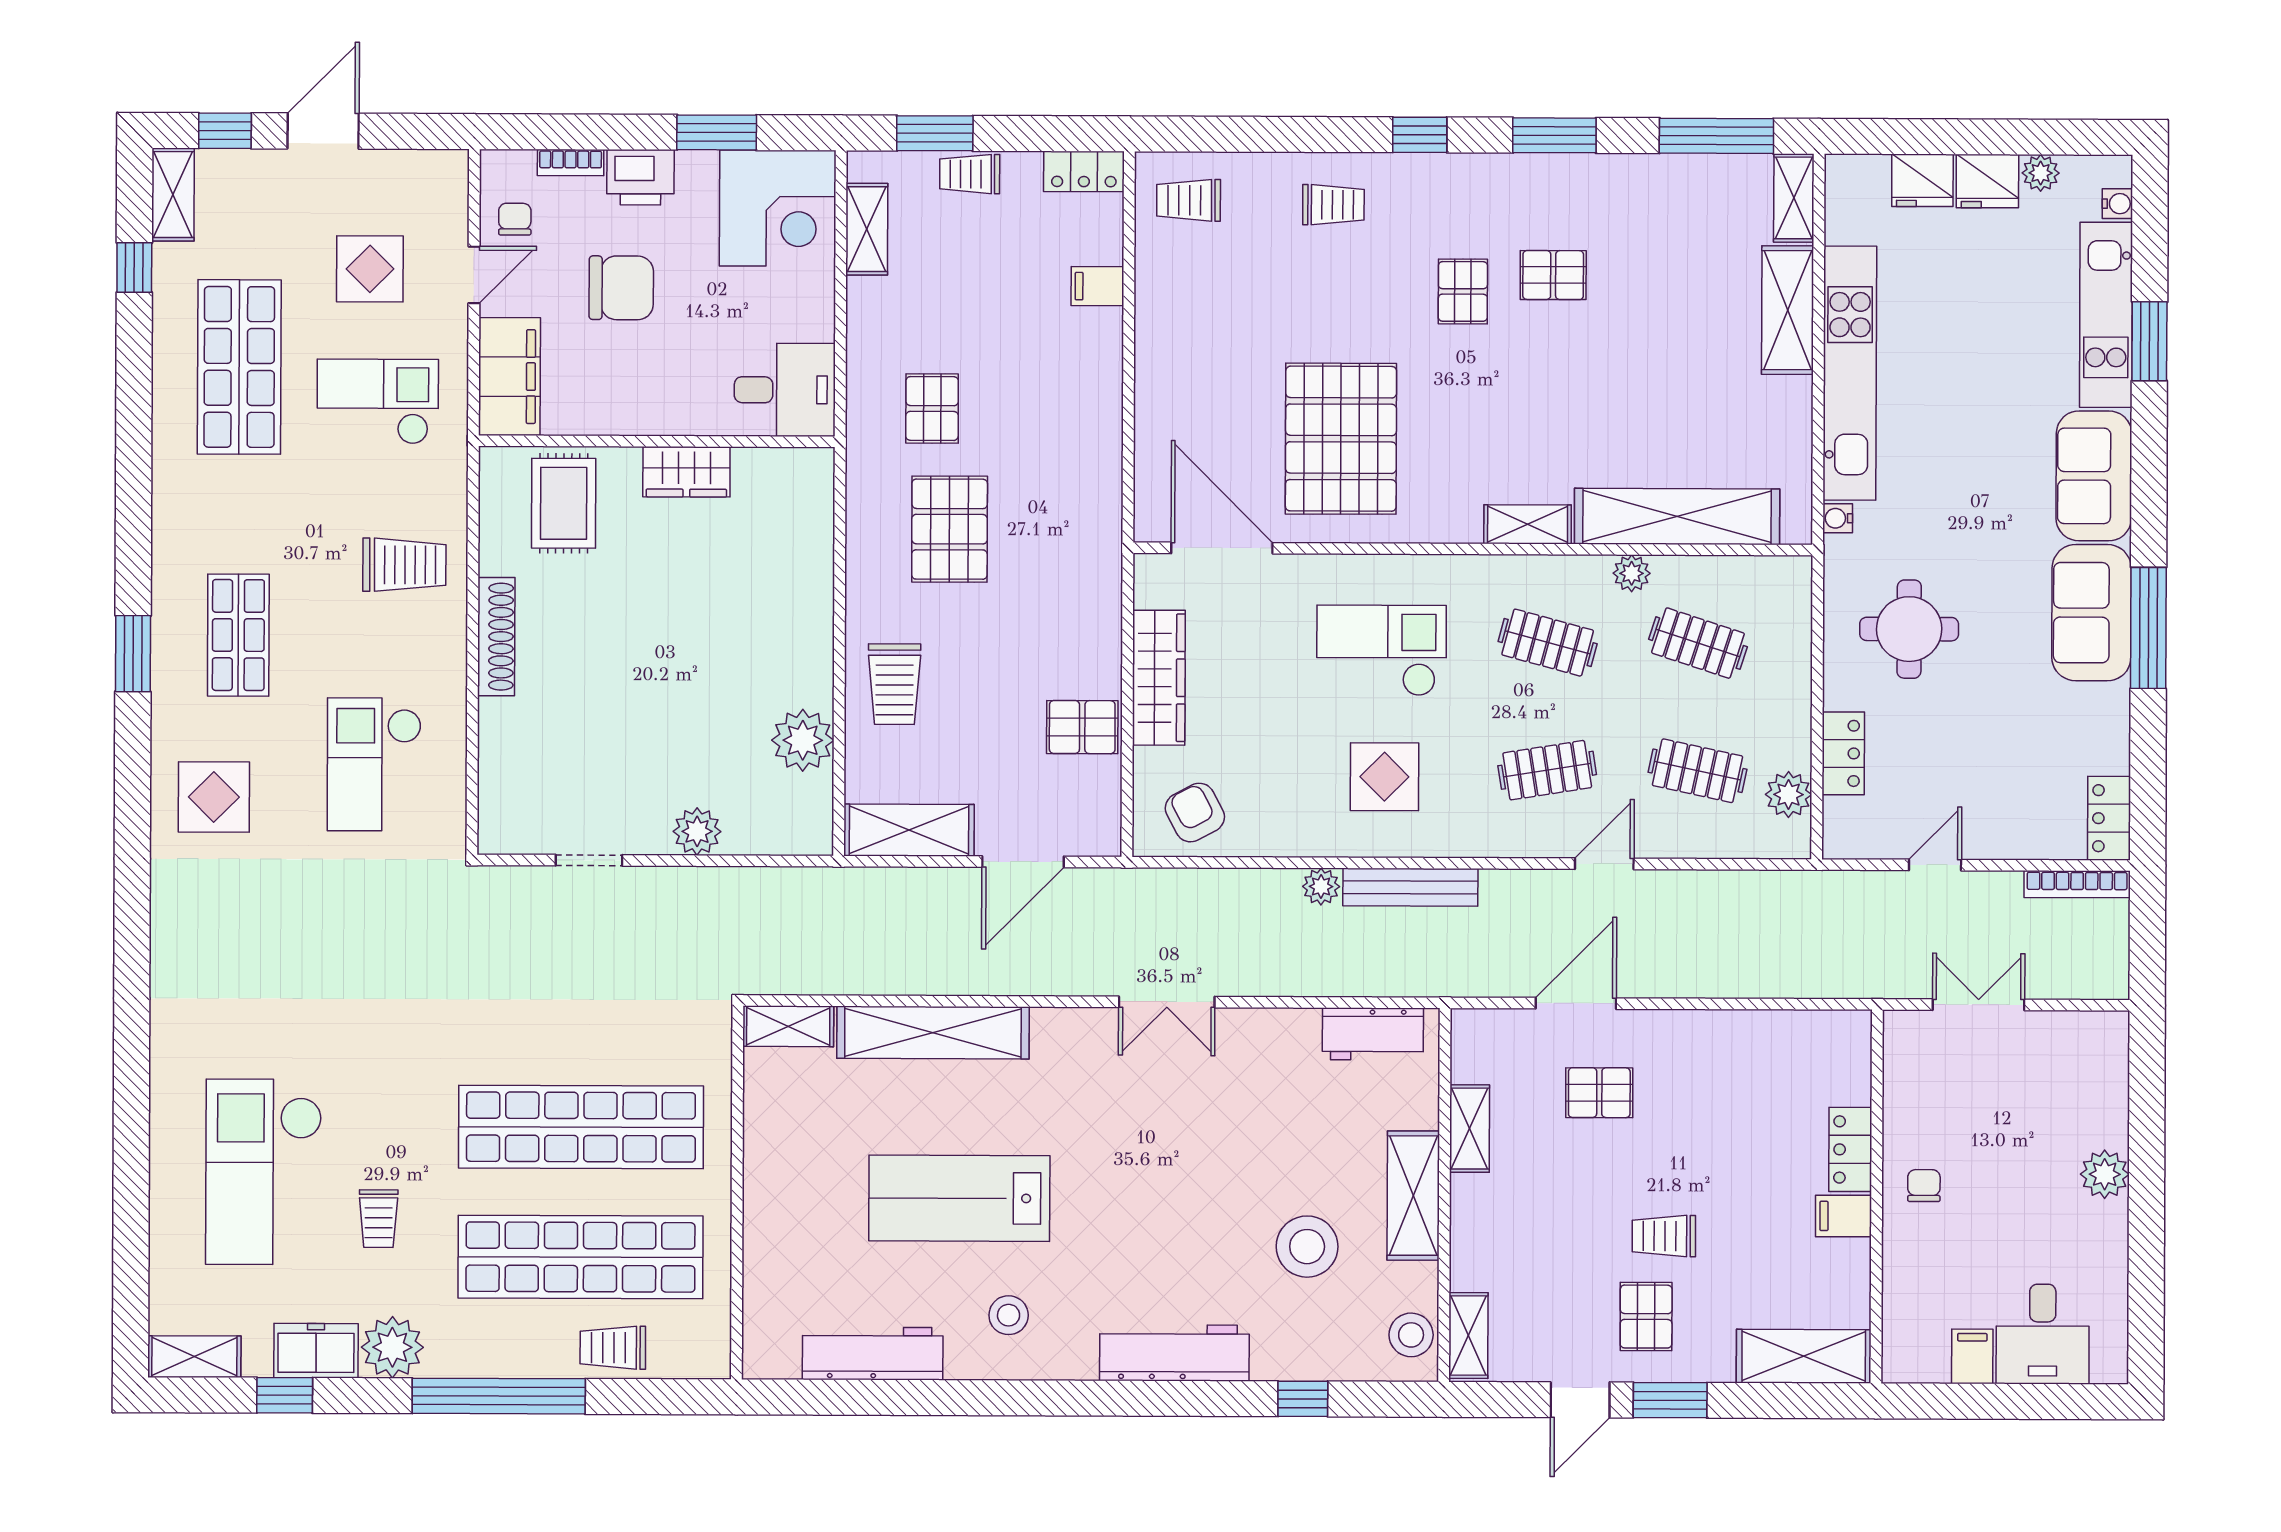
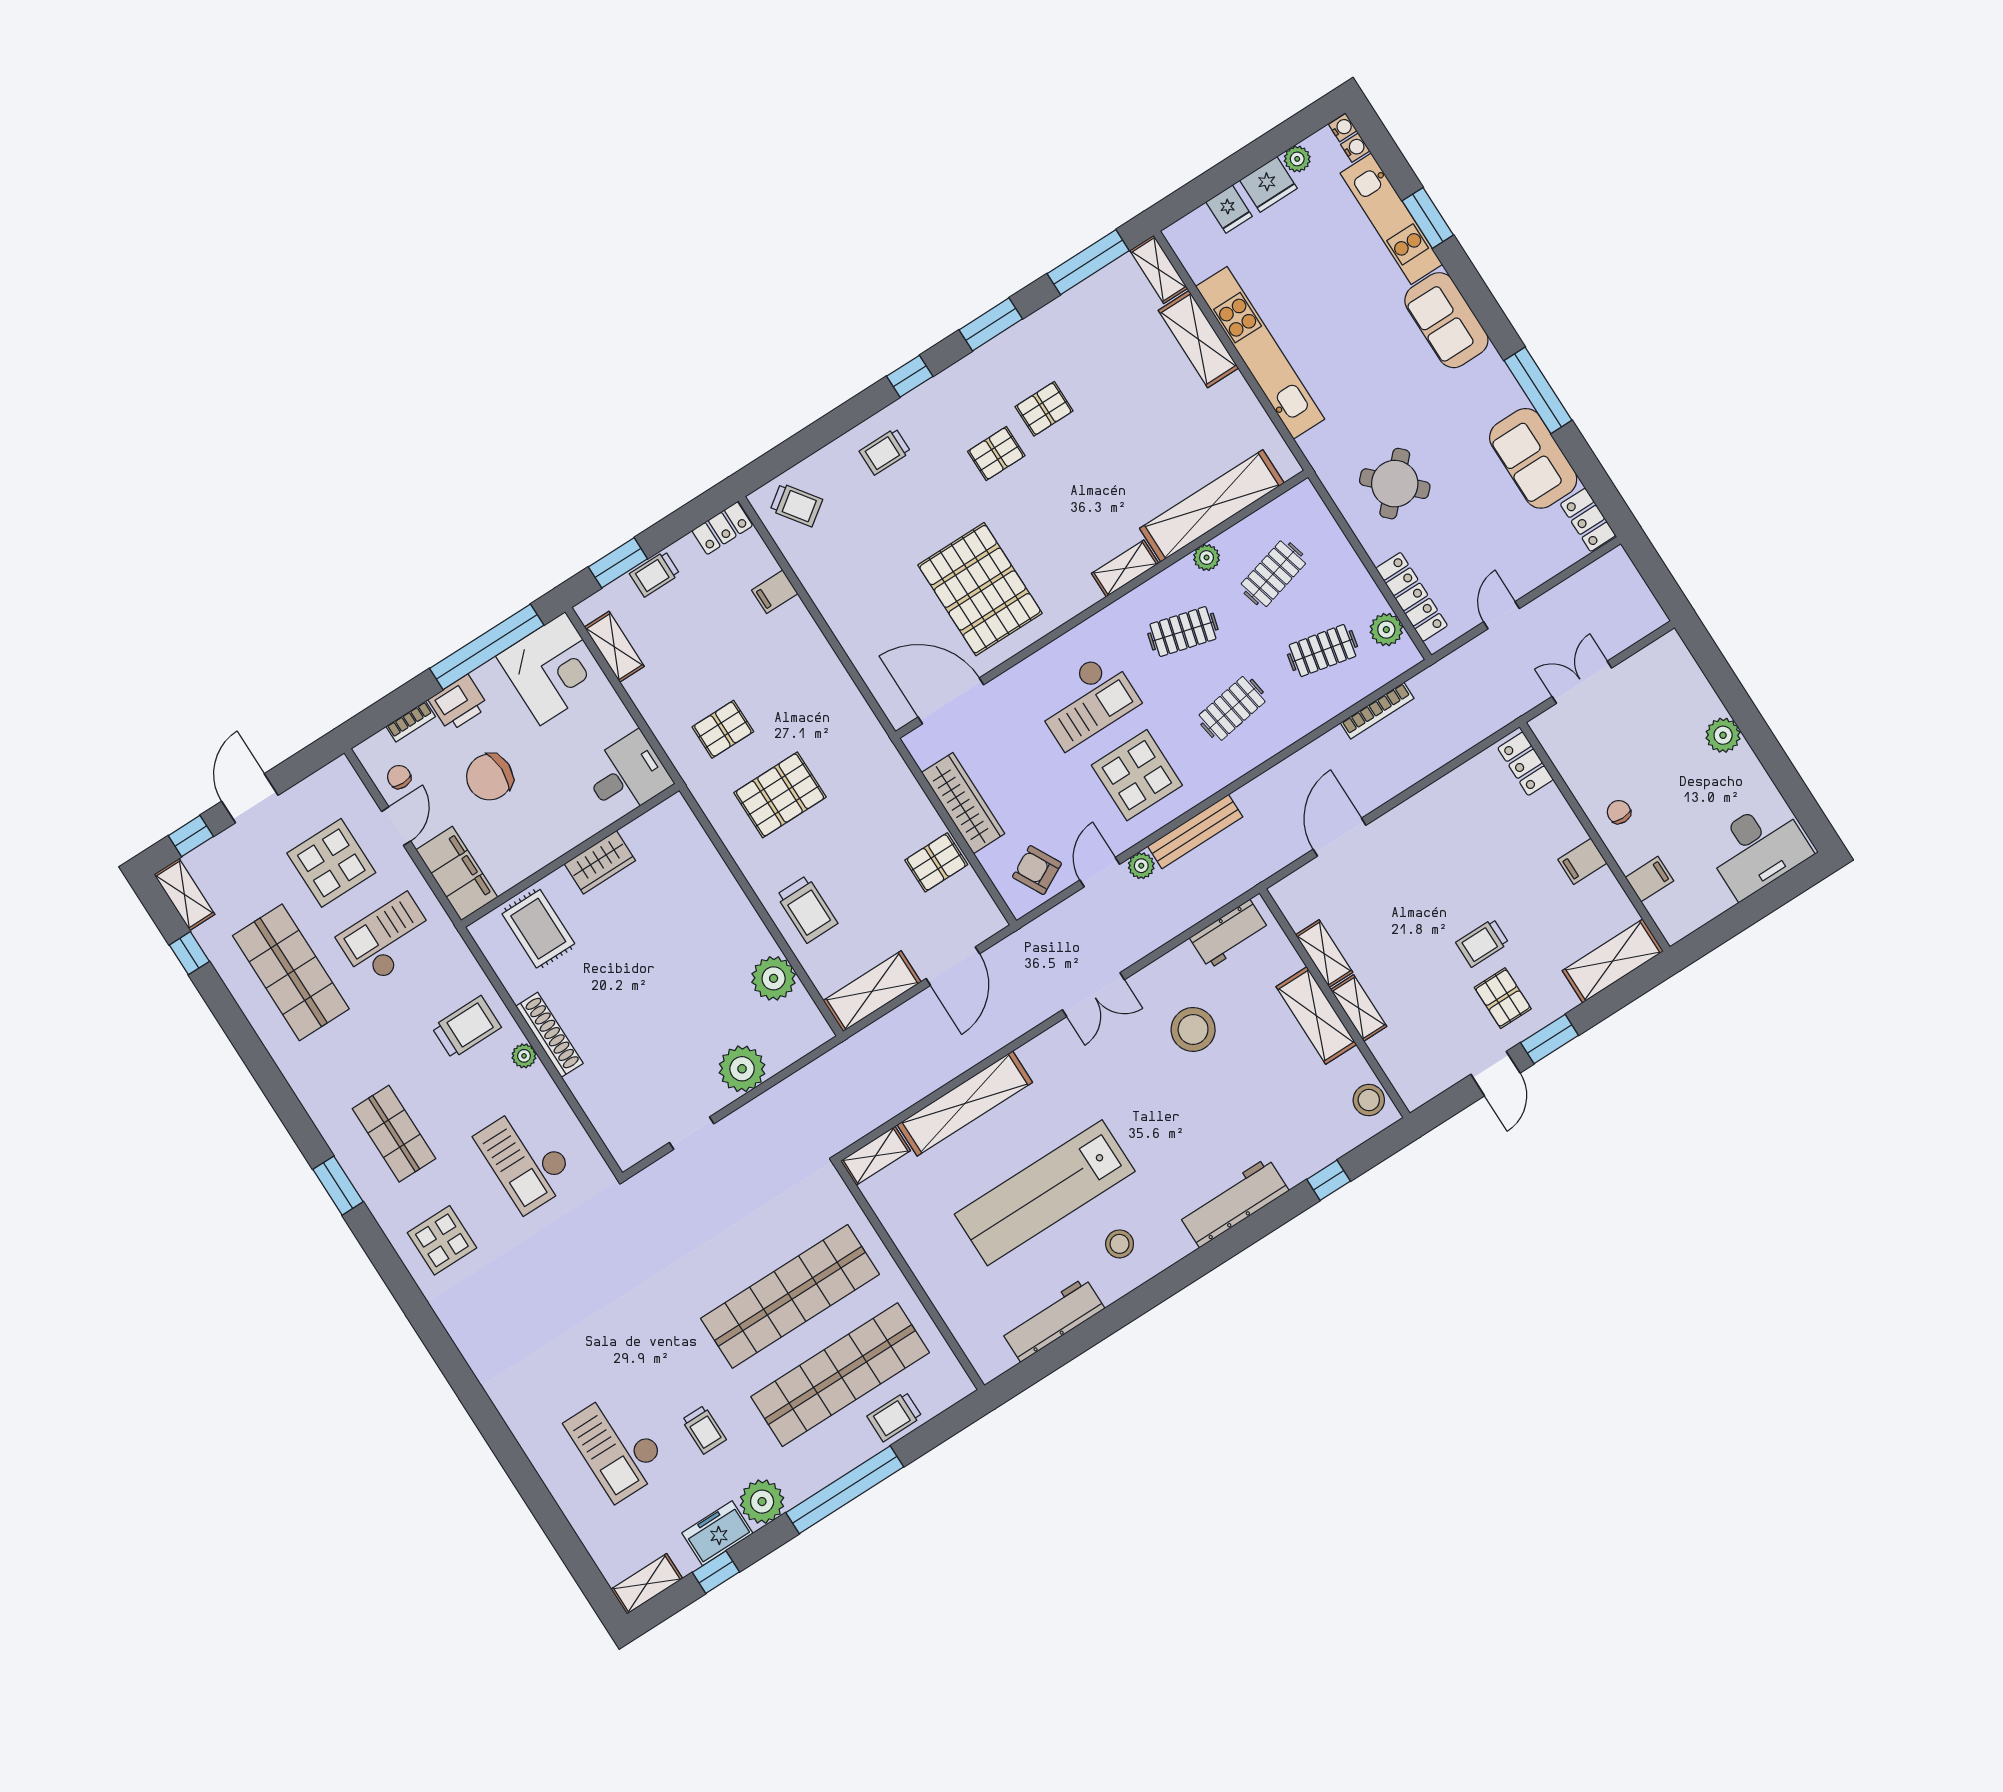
window: (717, 132) -> (487, 647), width x2.11
fridge: (1922, 180) -> (1229, 209), width x0.72
trolley: (1189, 200) -> (796, 505), turned -126
trolley: (1333, 205) -> (885, 452), turned 180
display table: (370, 269) -> (331, 863), width x1.36, depth x1.36
chair: (621, 288) -> (490, 777), turned 180
pallet: (1463, 291) -> (996, 454), turned 90
pallet: (932, 409) -> (723, 729), turned 90
water cooler: (1838, 518) -> (1343, 128), moved, turned 180
pallet: (950, 529) -> (780, 795), turned 90
sofa: (2092, 613) -> (1533, 458), moved
round table: (1909, 629) -> (1395, 484), turned 45
plant: (450, 642) -> (524, 1056), added
clothes rail: (1698, 643) -> (1273, 574), turned -33
checkout: (1381, 650) -> (1086, 701), turned 180
locker: (1843, 753) -> (1412, 597), width x1.53
display table: (1384, 777) -> (1137, 775), width x1.36, depth x1.36
plant: (697, 831) -> (742, 1069), width x1.36, depth x1.36
door: (1604, 864) -> (1100, 872), moved
bookcase: (2077, 884) -> (1377, 711), moved
pallet: (1599, 1093) -> (1388, 882), removed
locker: (1850, 1149) -> (1526, 764), moved
checkout: (264, 1172) -> (617, 1446), width x0.73, depth x0.83
lab bench: (959, 1198) -> (1045, 1193), width x1.36
stool: (1307, 1247) -> (1193, 1029), moved
desk: (2043, 1334) -> (1758, 849), width x1.37
shelving: (1468, 1336) -> (1359, 1008), moved
filing cabinet: (1972, 1356) -> (1649, 879), moved, turned 90

